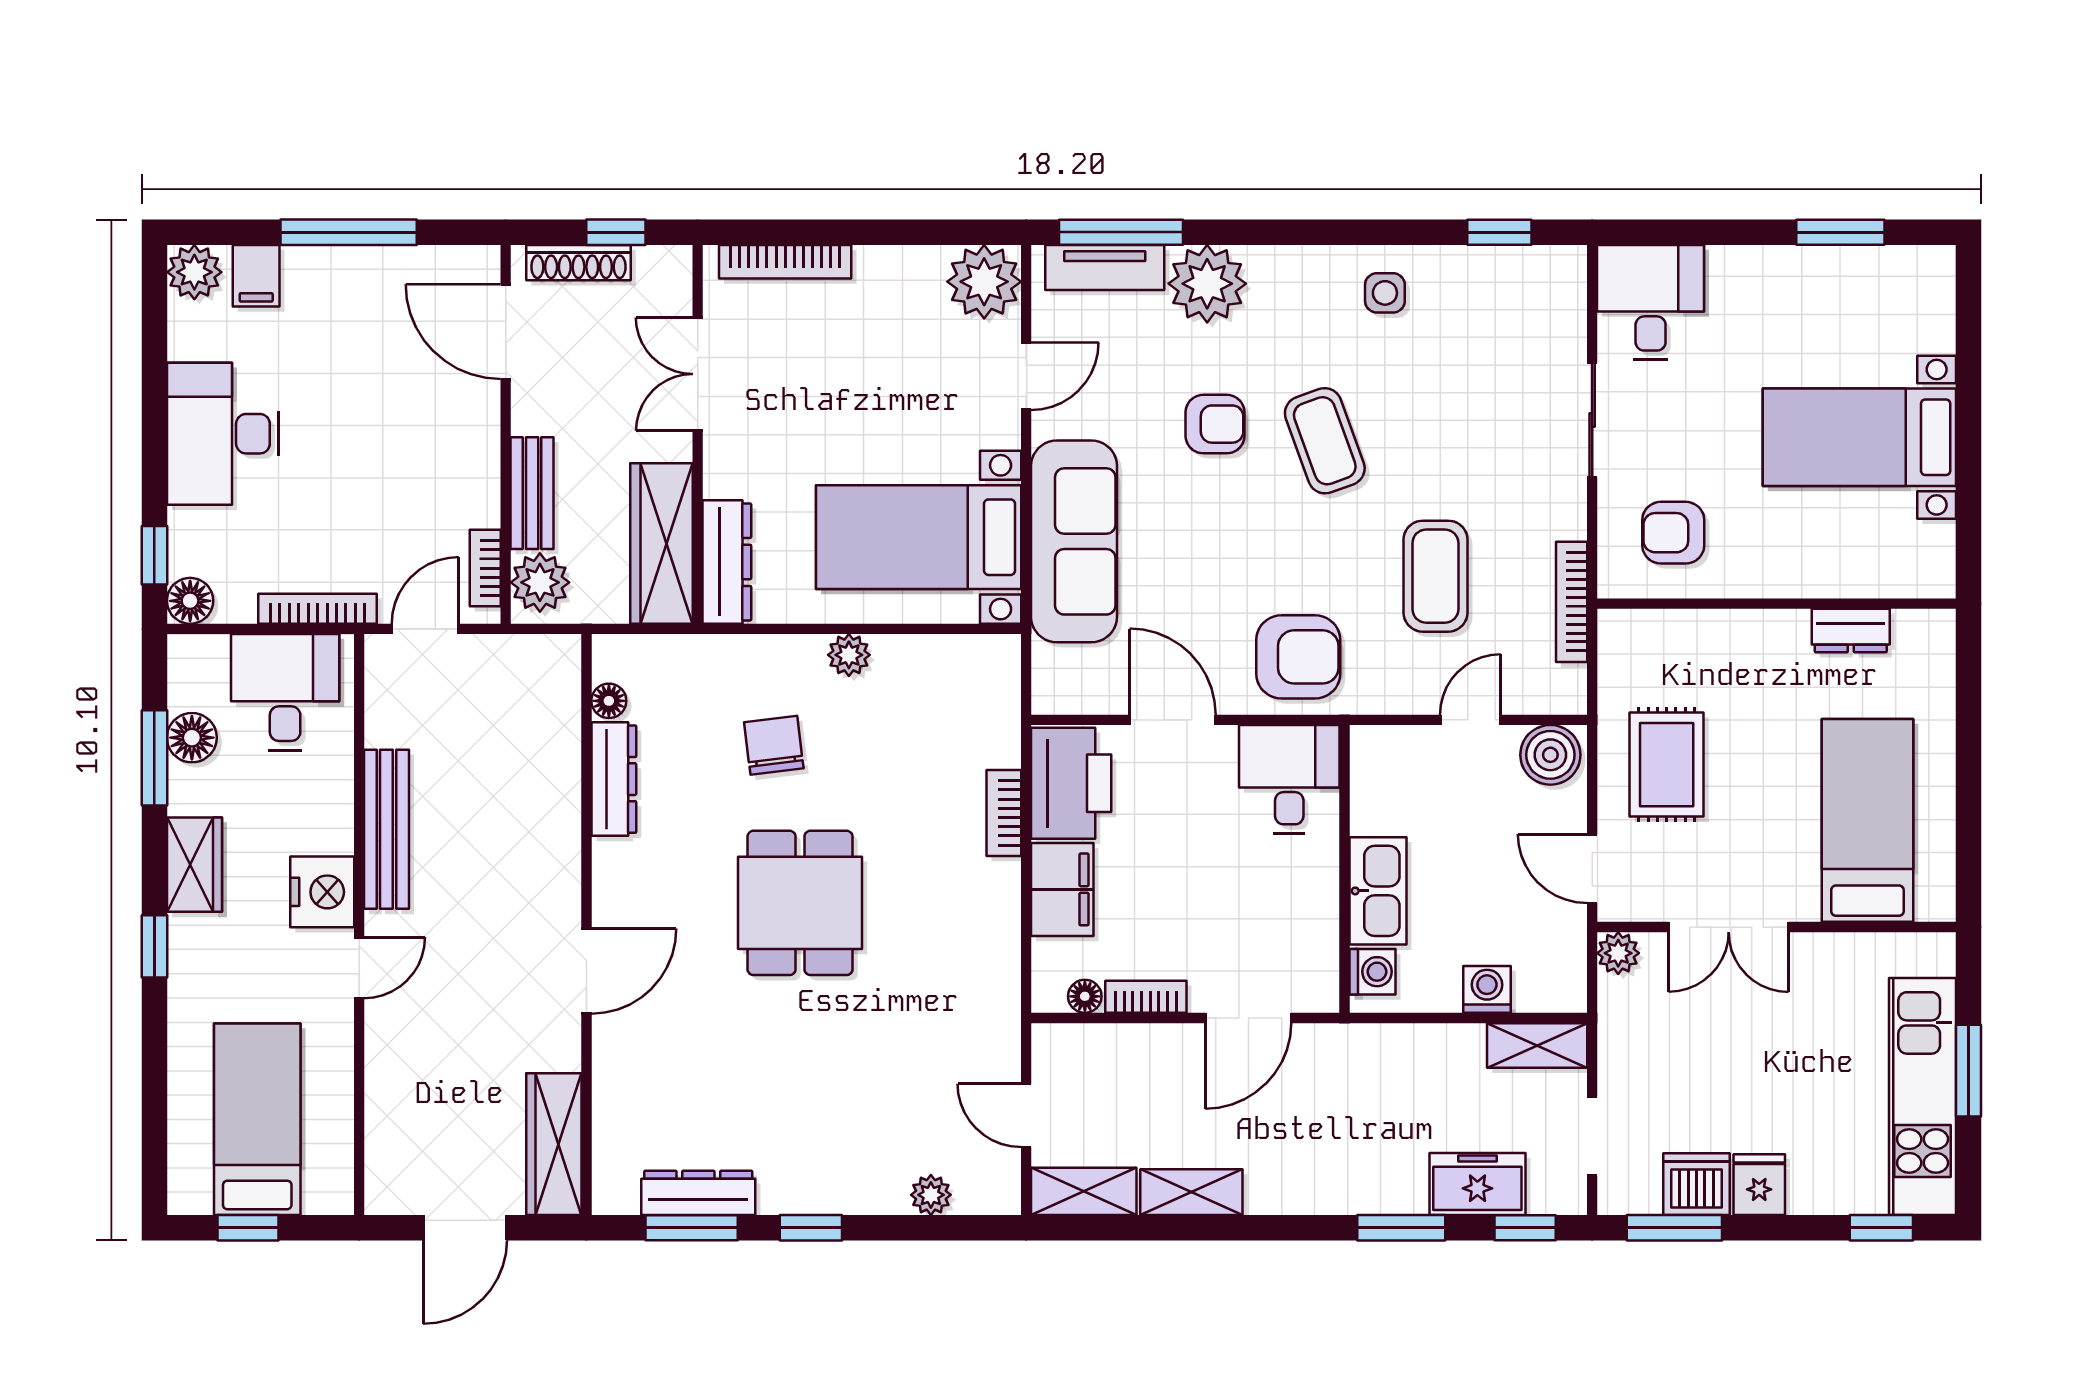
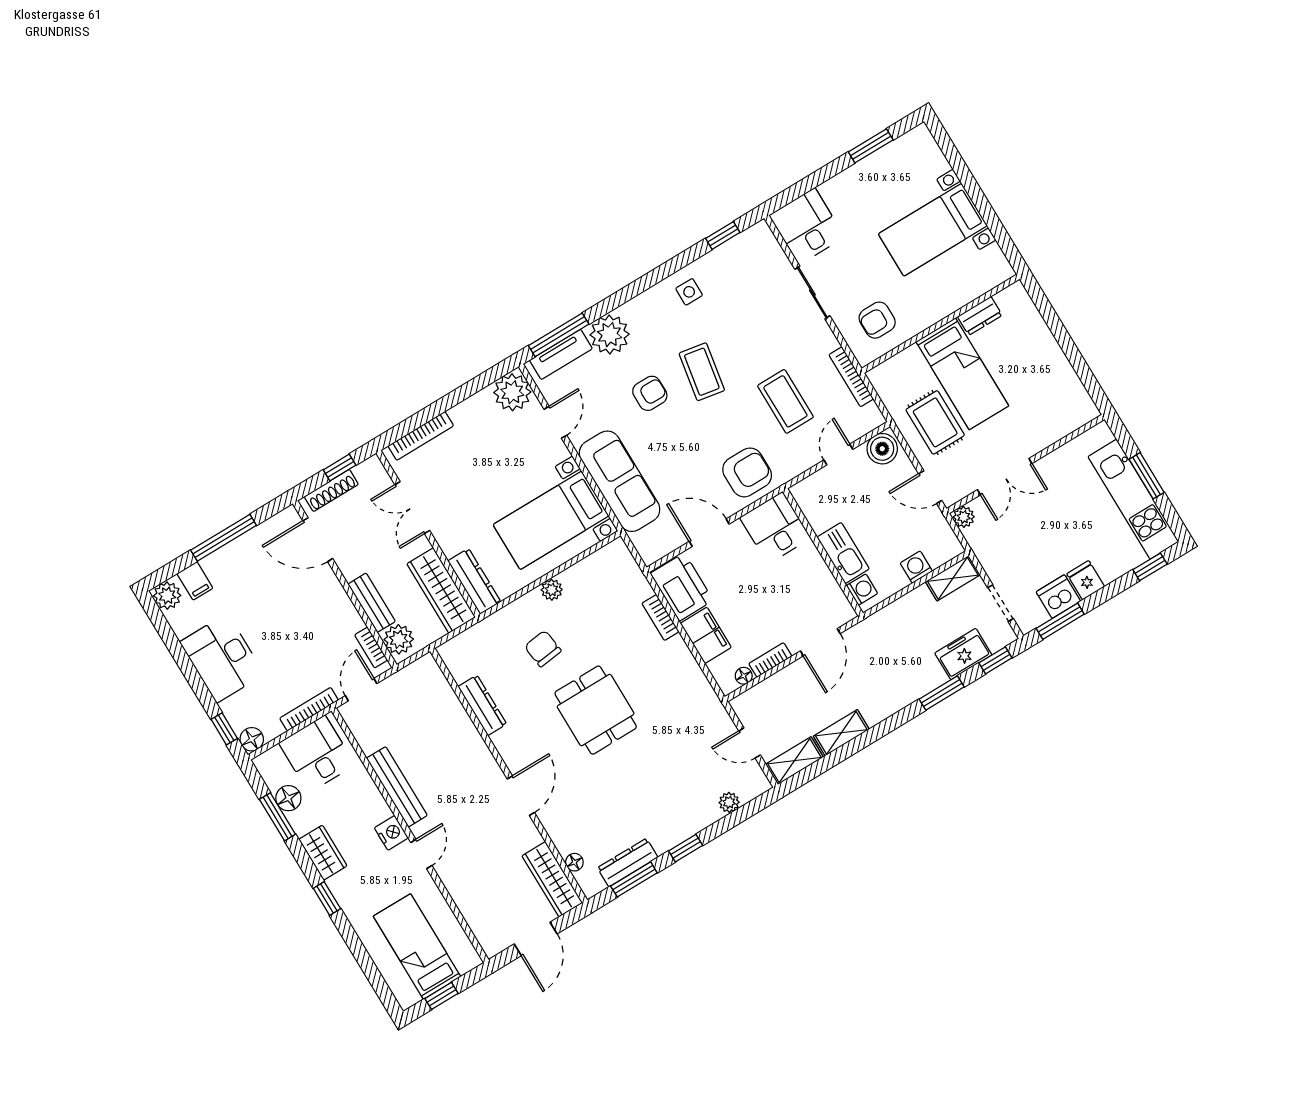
coffee table: (1325, 441) -> (702, 372), turned 30
floor lamp: (609, 701) -> (574, 862), moved
bed: (1867, 820) -> (962, 374), moved, turned 180
nightstand: (322, 892) -> (391, 833), width x0.74, depth x0.75

